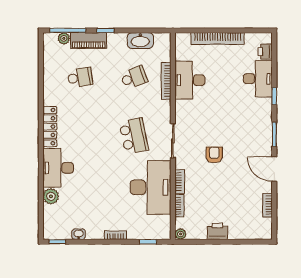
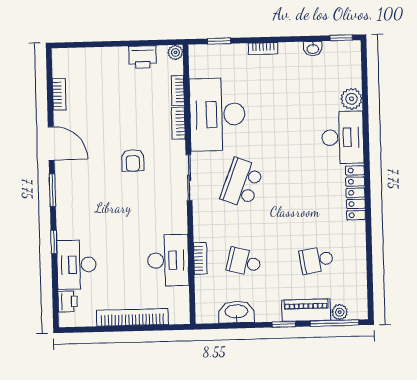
school desk: (134, 77) -> (244, 262), turned 36
bookcase: (166, 81) -> (200, 258), width x0.64
school desk: (134, 136) -> (242, 183), turned 33
printer: (217, 231) -> (143, 57), moved

